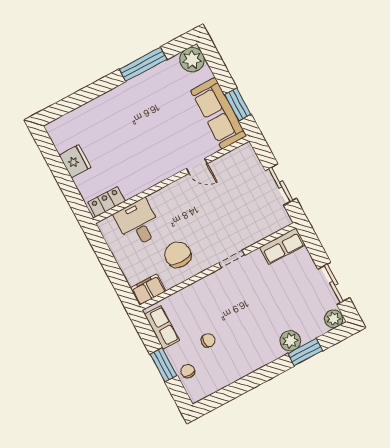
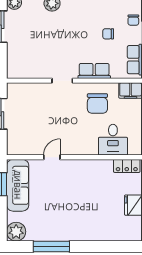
door: (197, 166) -> (52, 157), hinge flipped
row of seats: (282, 246) -> (94, 71), moved

